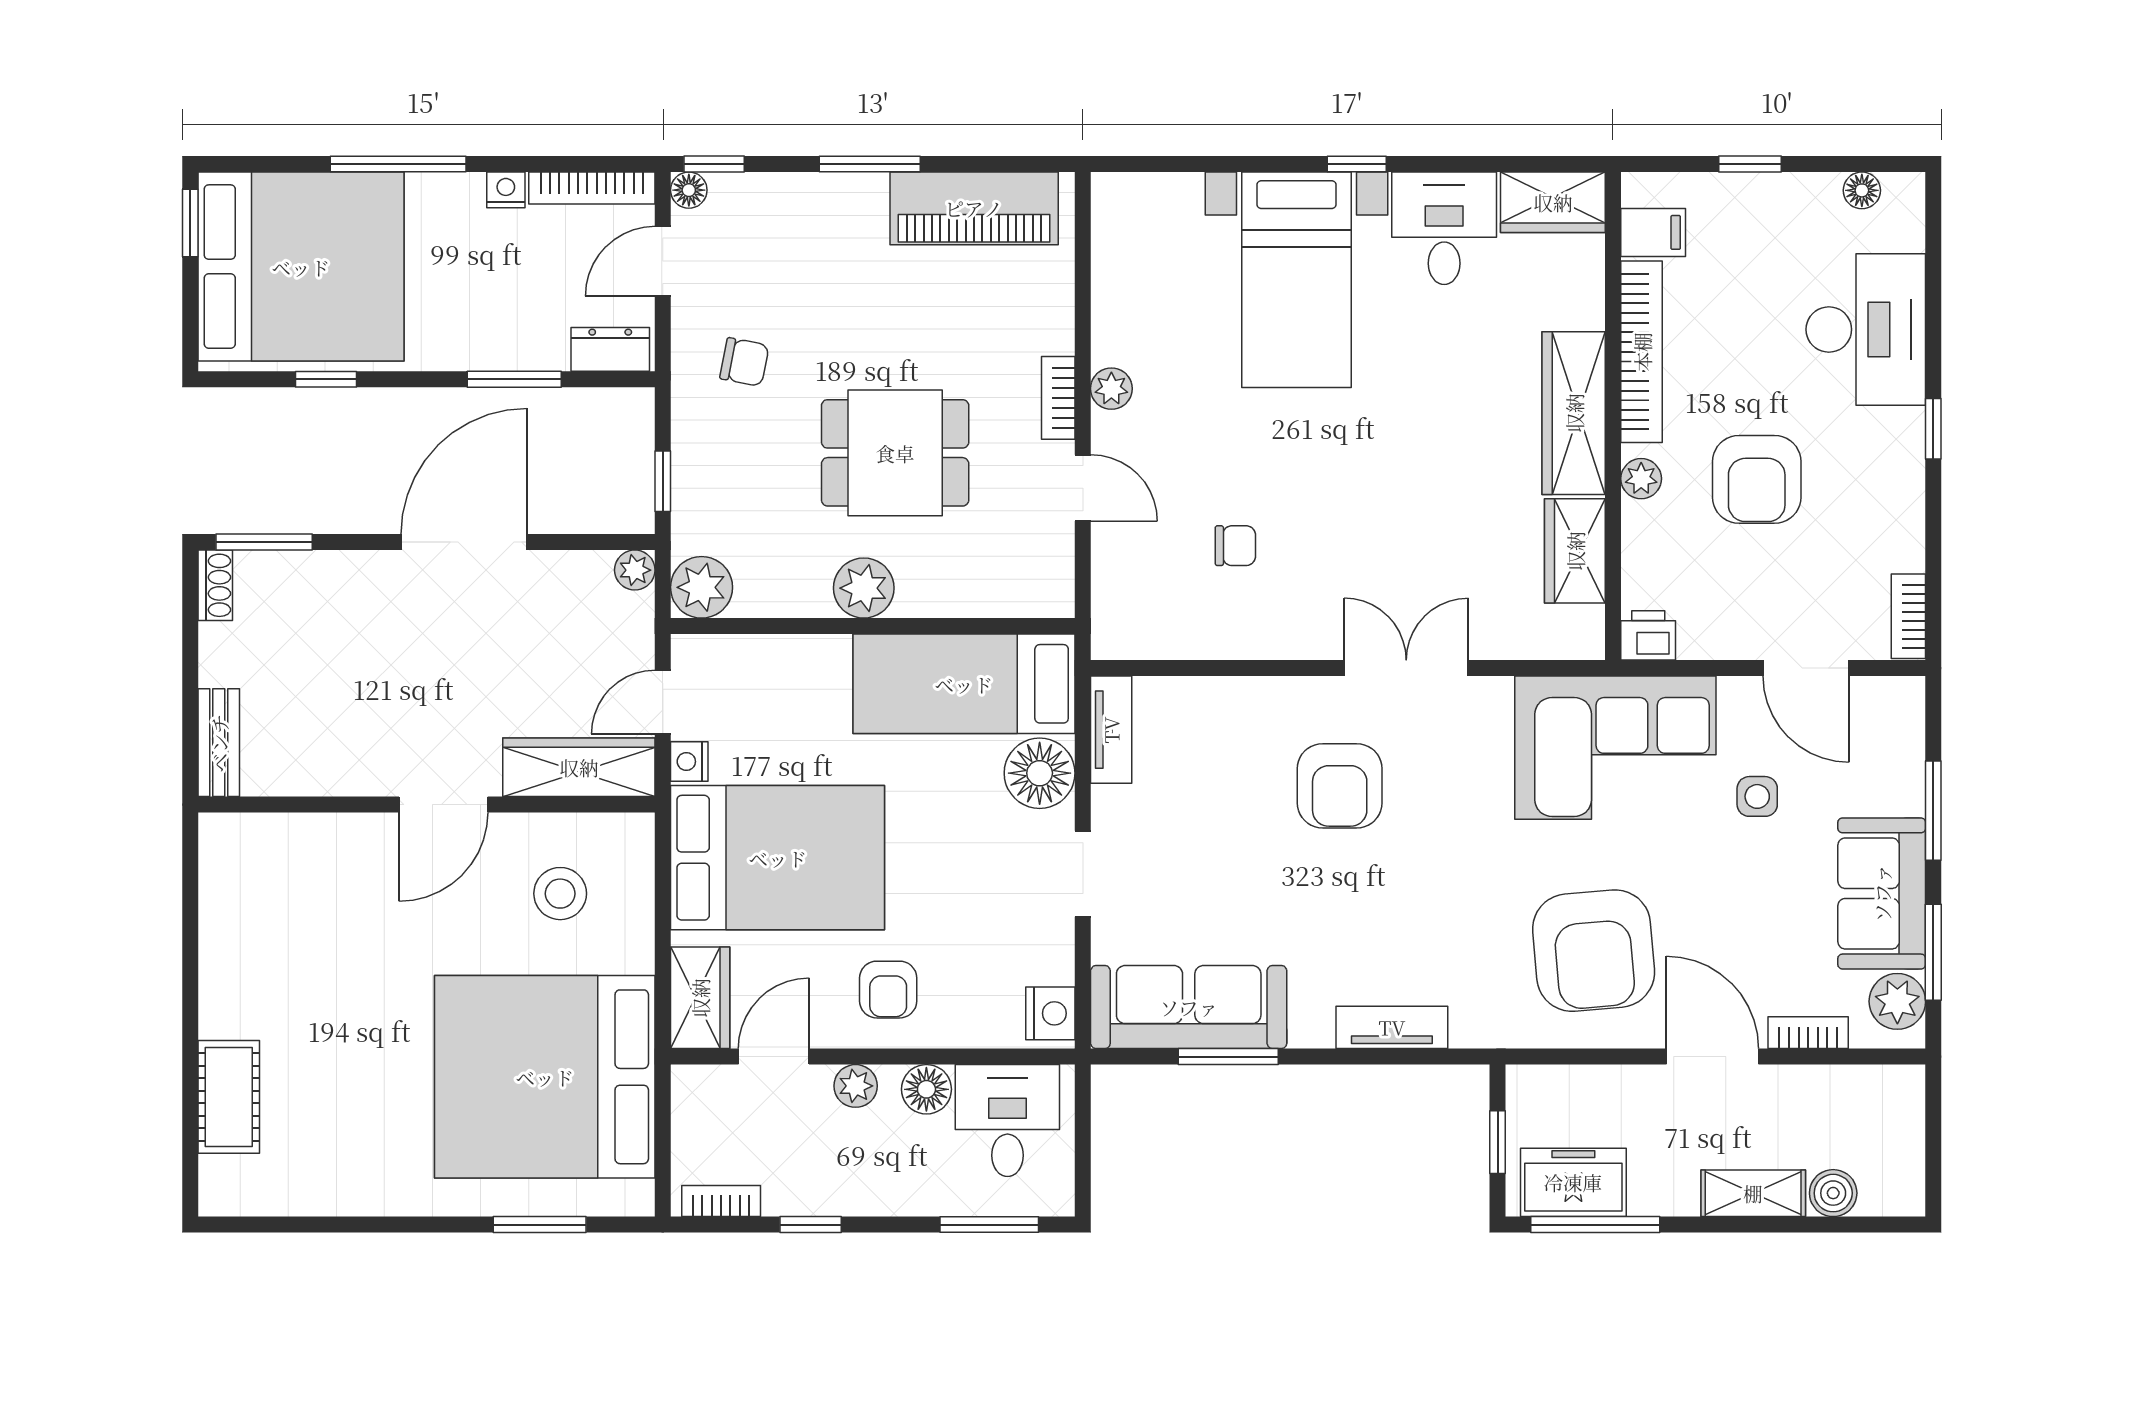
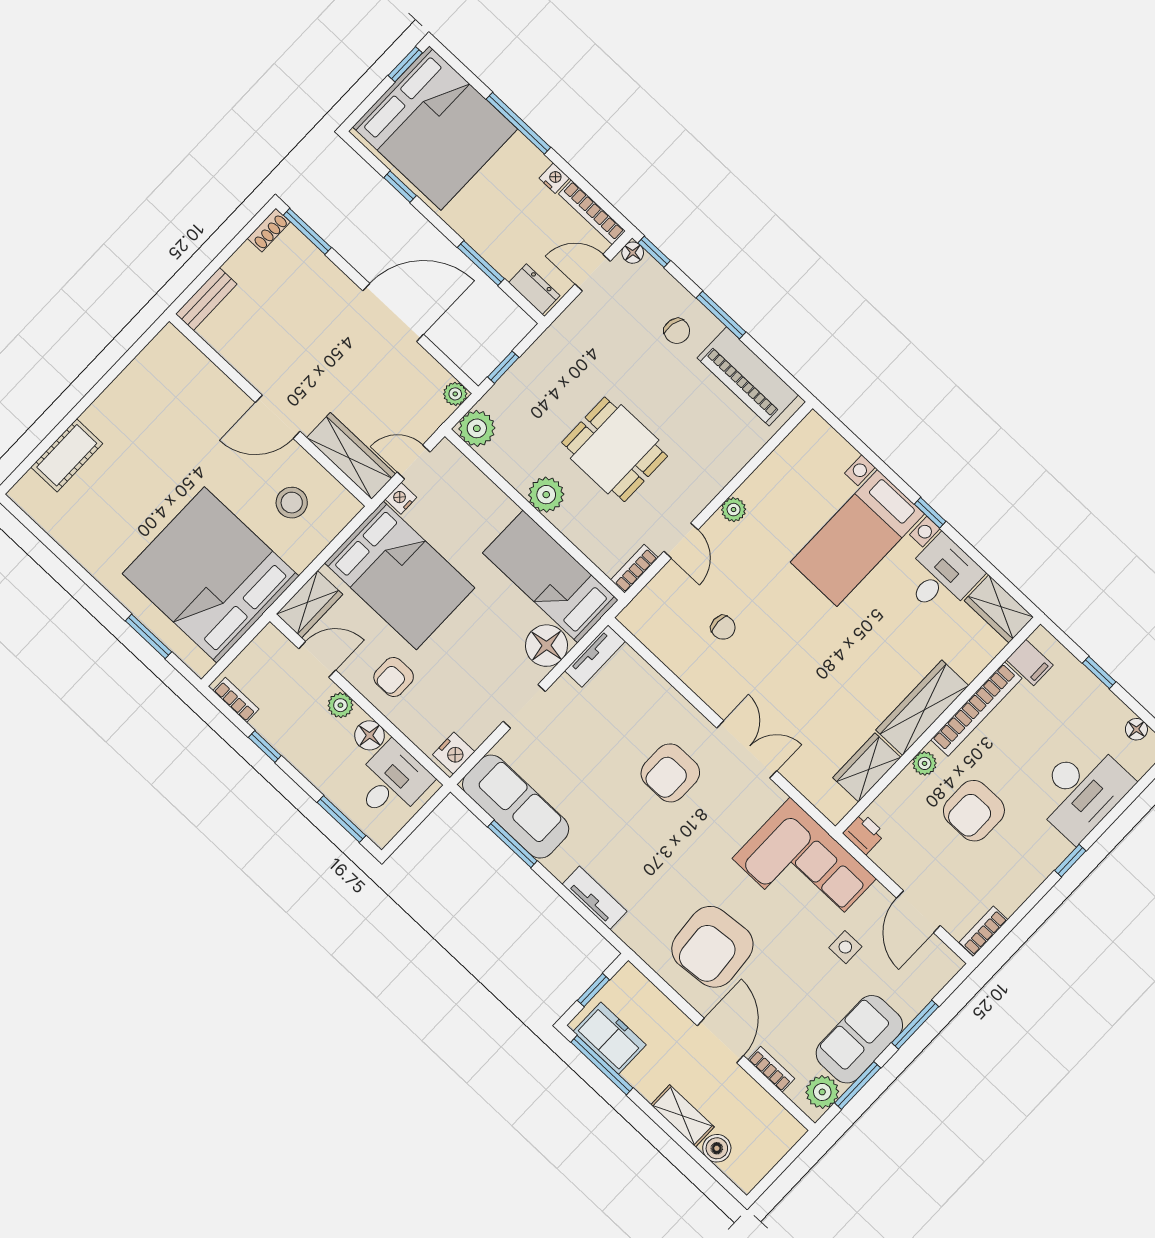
chair: (744, 362) -> (677, 331), moved
bookcase: (1058, 398) -> (634, 569), moved

